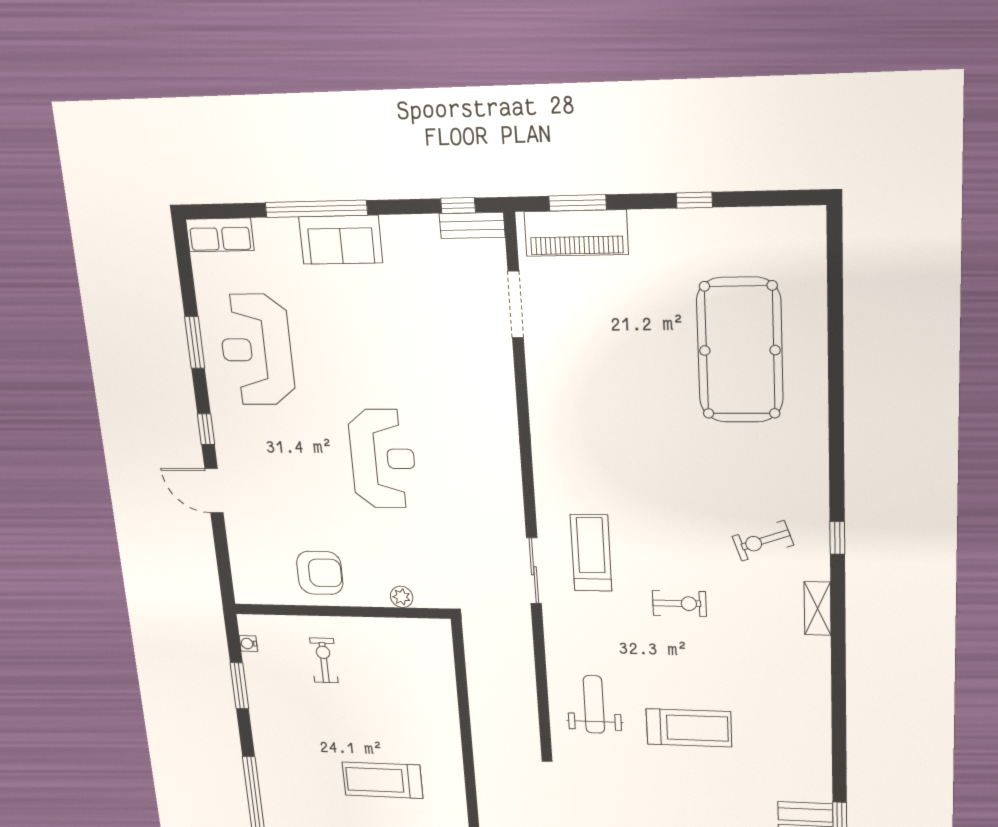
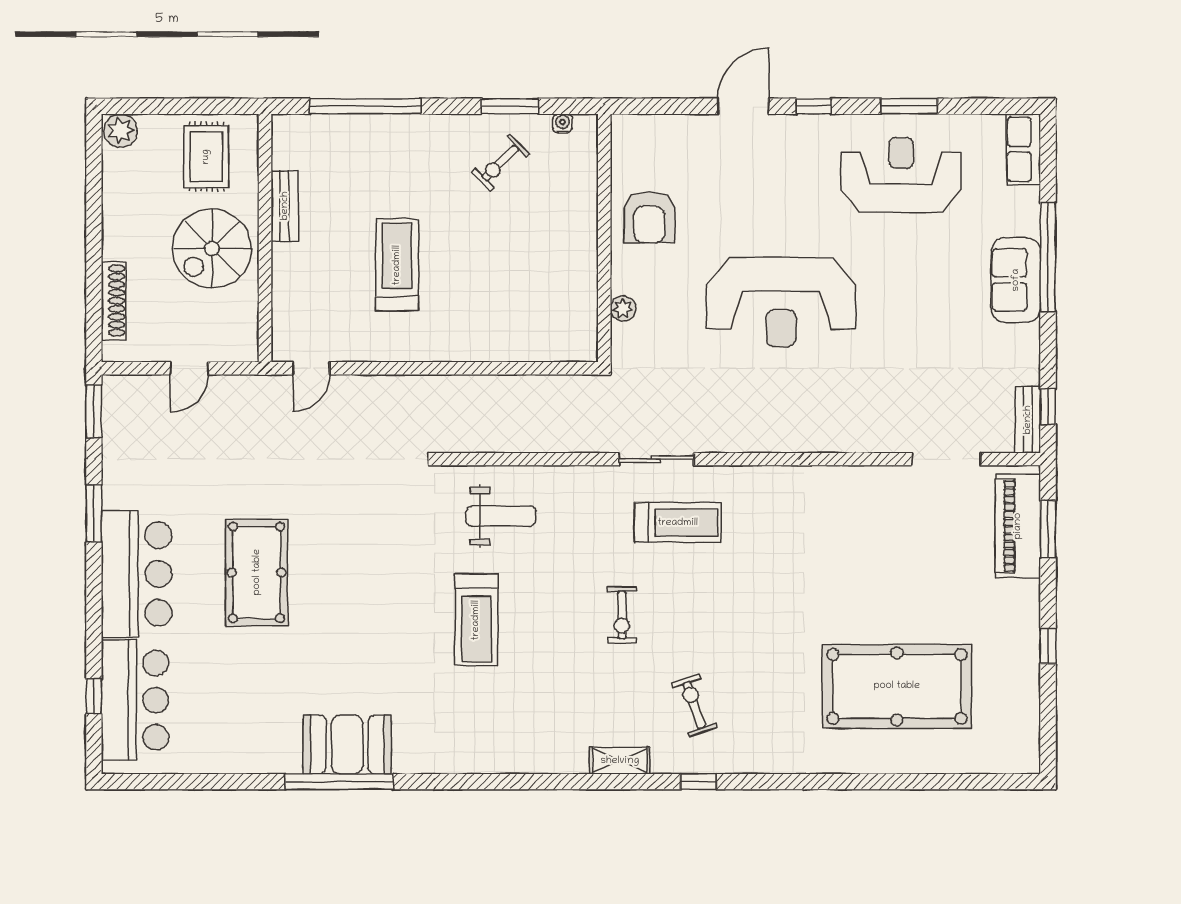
reception desk: (383, 459) -> (781, 302), width x1.36, depth x1.30
exercise bike: (324, 660) -> (500, 163), moved, turned 136

